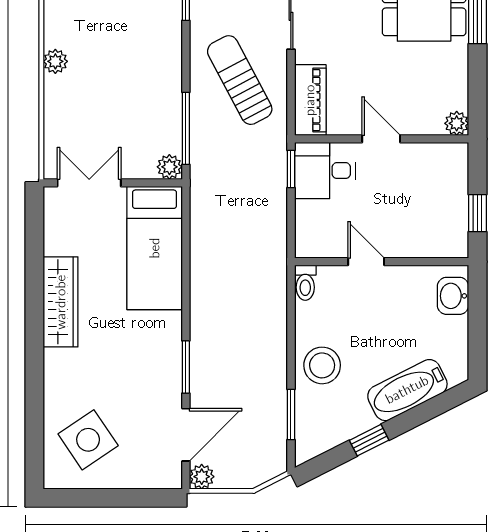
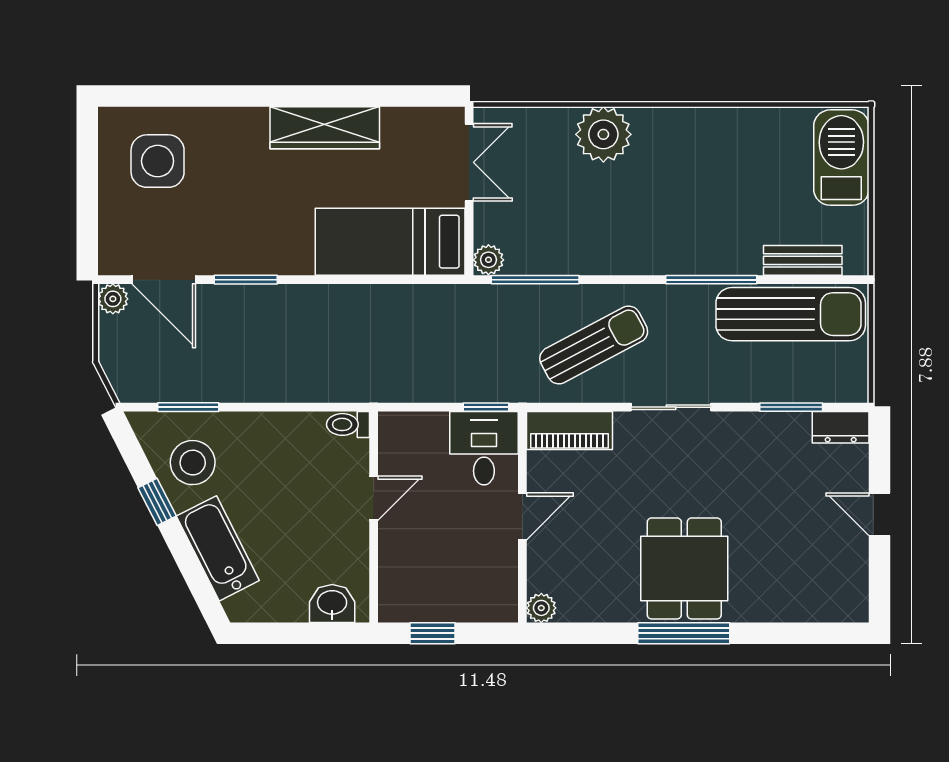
plant: (55, 61) -> (603, 134), width x1.87, depth x1.87
stool: (322, 365) -> (193, 463), moved
side table: (88, 440) -> (158, 161), turned 34

